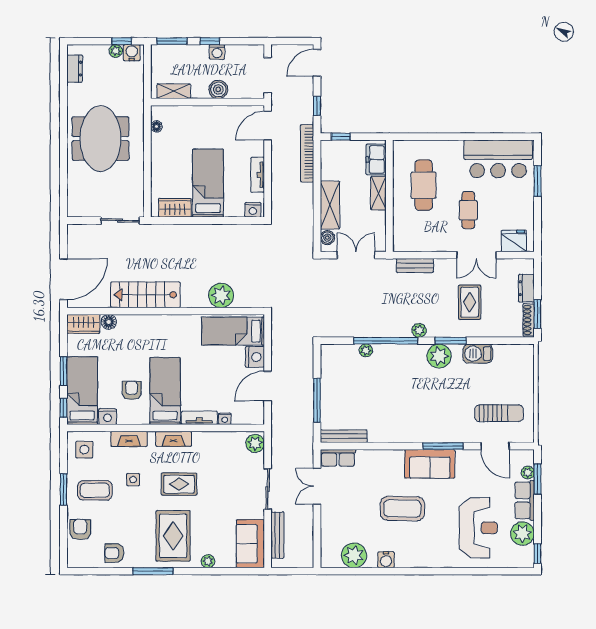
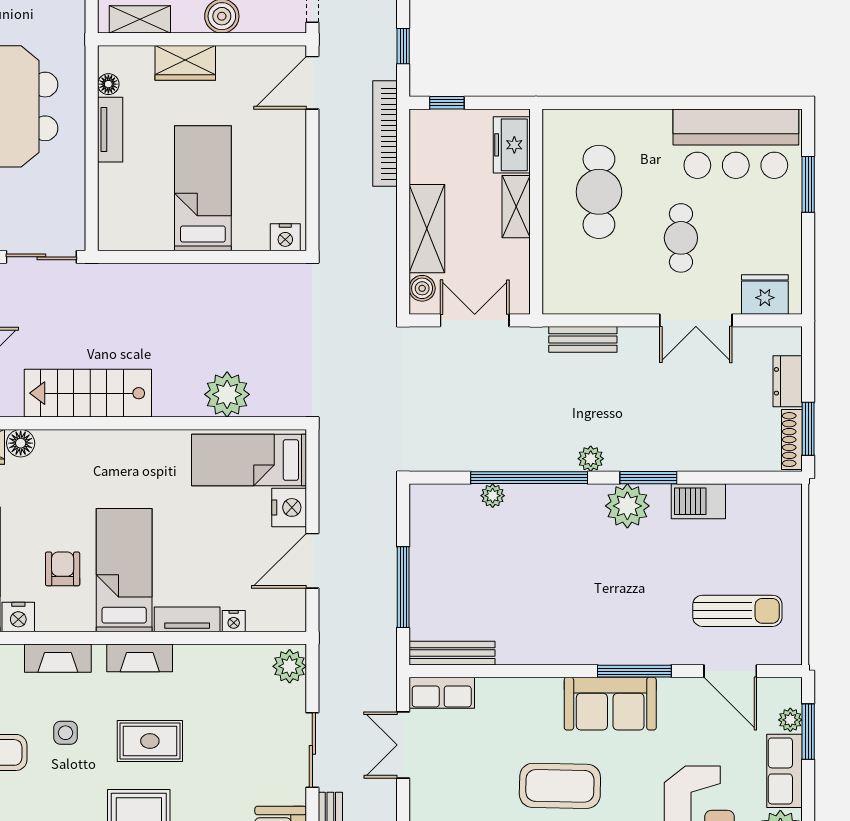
tv unit: (258, 175) -> (110, 130), moved, turned 180
wardrobe: (175, 208) -> (185, 63), moved, turned 180
rug: (470, 302) -> (683, 407), removed

